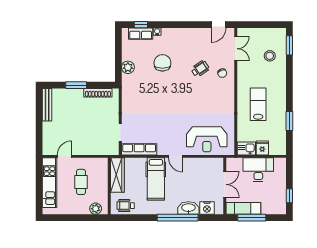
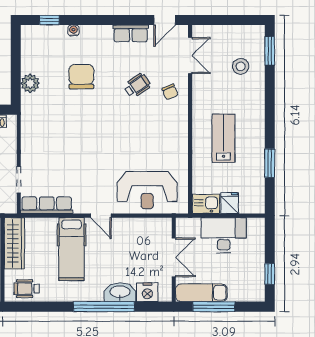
row of seats: (141, 34) -> (131, 33), moved

